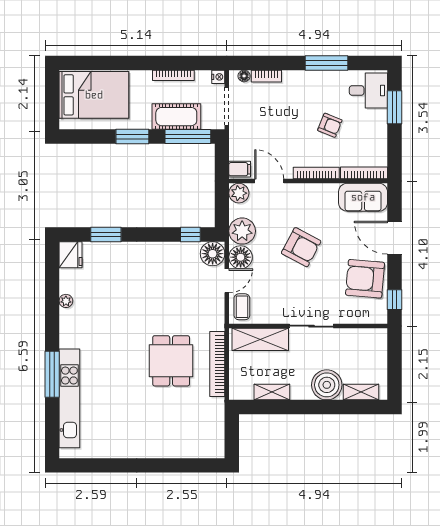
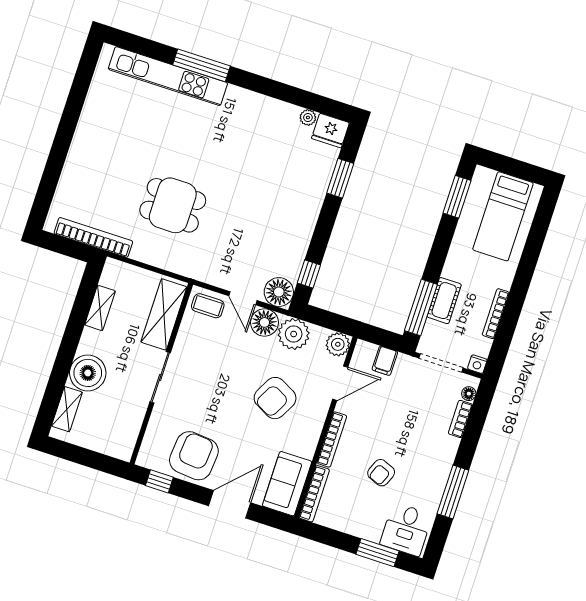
bed: (94, 95) -> (503, 216), width x0.67
cot: (176, 117) -> (444, 301), width x0.73, depth x0.75
window: (132, 137) -> (457, 197), moved
filing cabinet: (240, 169) -> (385, 361), moved
armchair: (301, 247) -> (275, 398), moved
plant: (66, 301) -> (308, 117), moved
bookcase: (217, 364) -> (93, 237), moved

